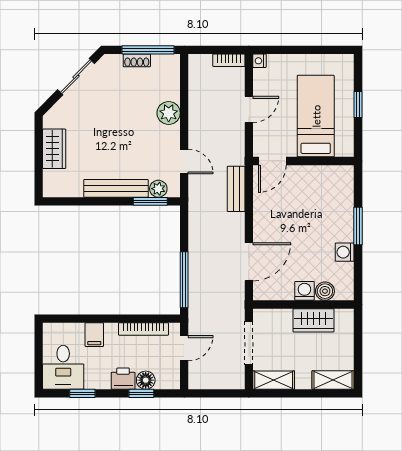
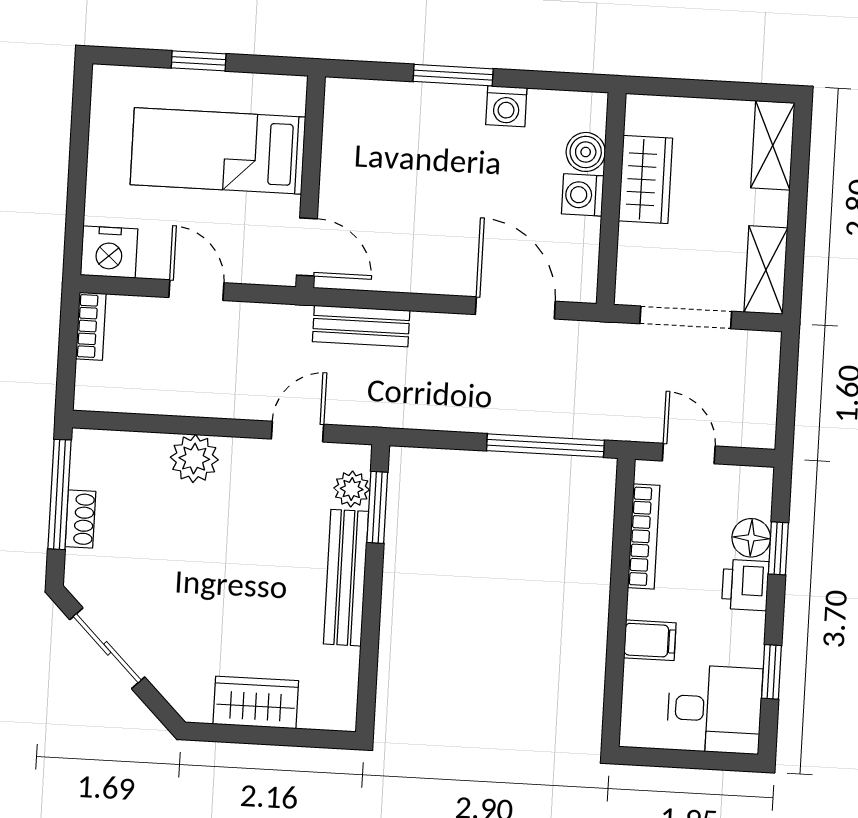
nightstand: (259, 61) -> (109, 252), width x1.89, depth x1.79

